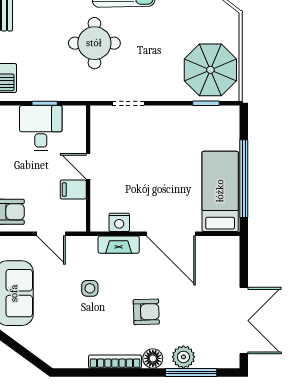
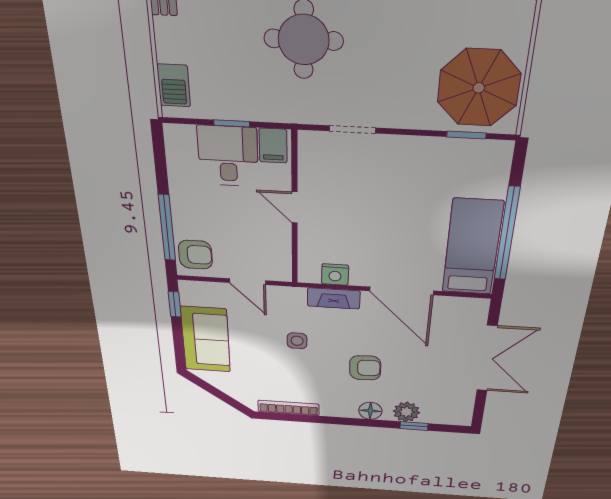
filing cabinet: (73, 190) -> (273, 146), moved, turned -90
double door: (244, 321) -> (487, 358), moved
bookcase: (115, 362) -> (289, 408), moved
window: (191, 372) -> (414, 426), width x0.46

